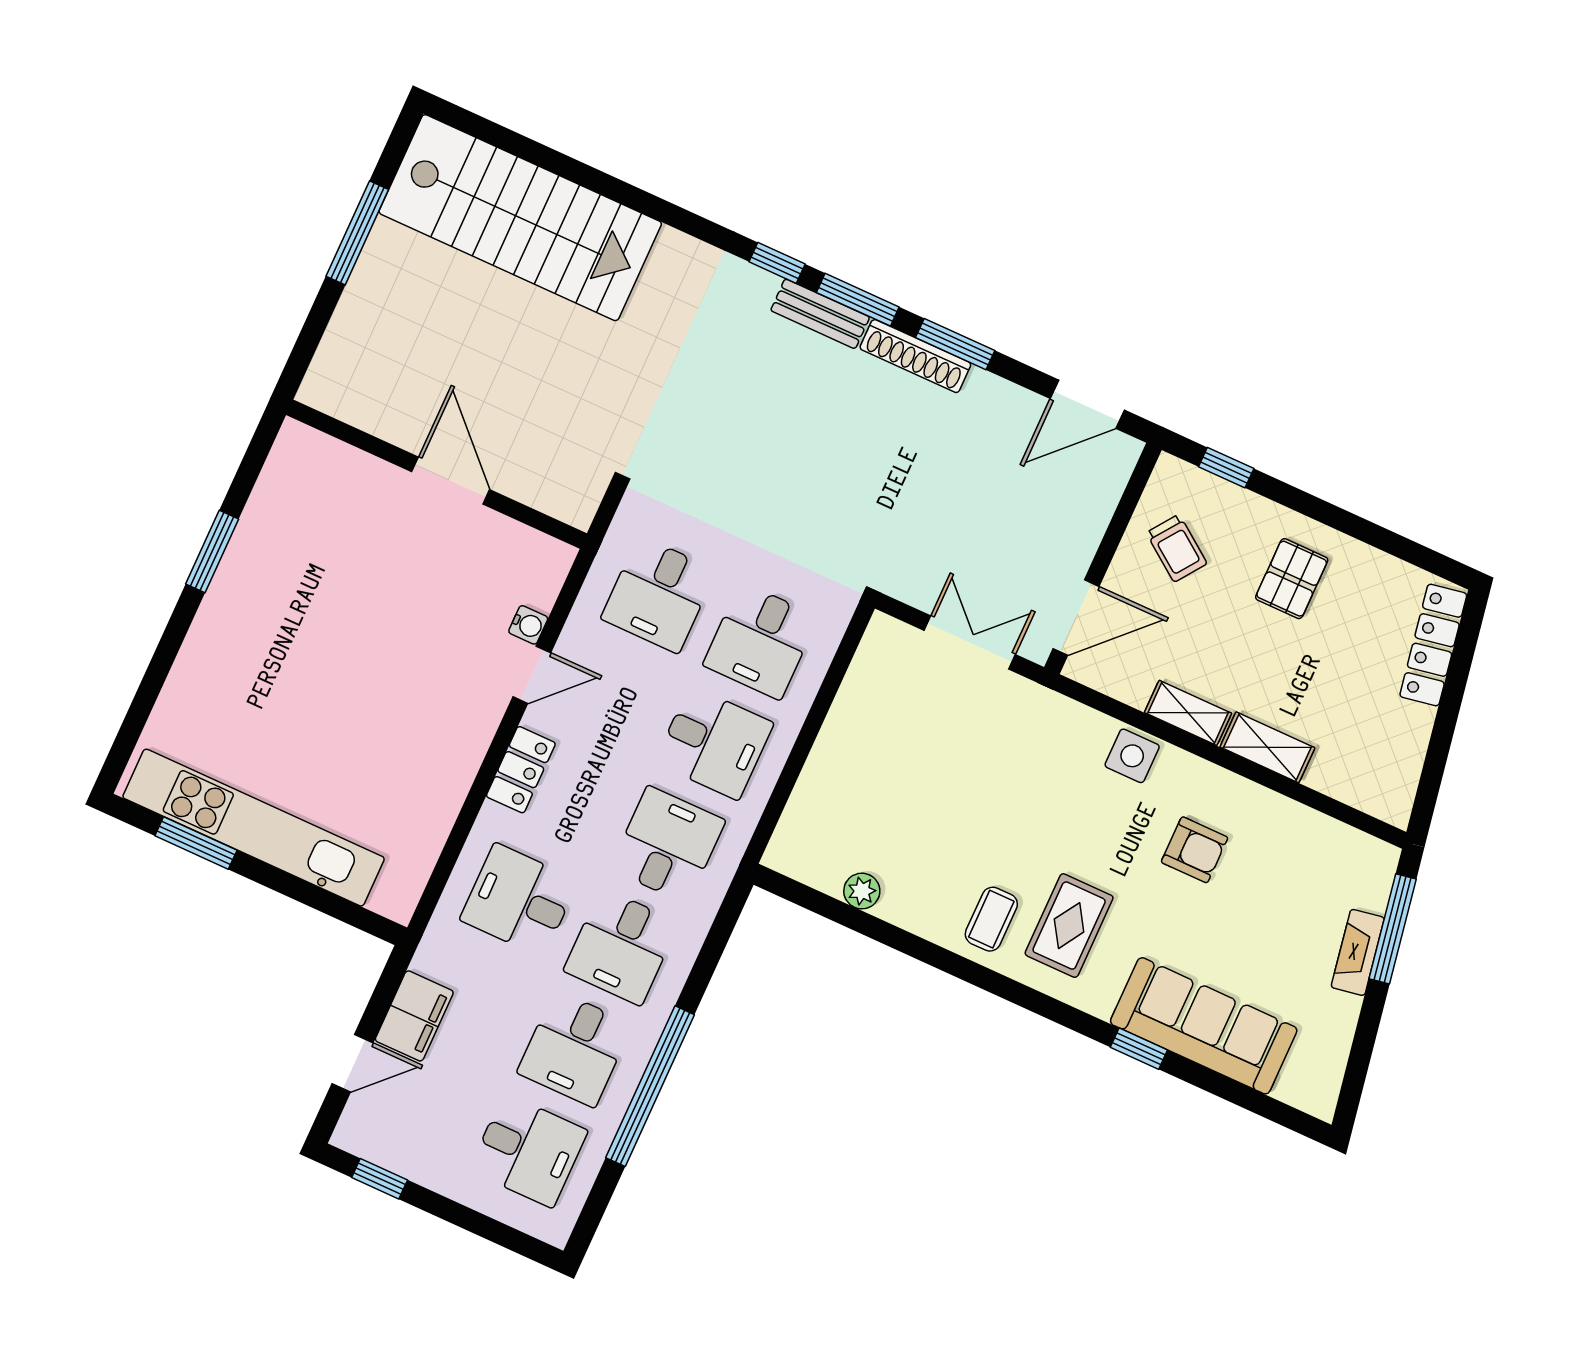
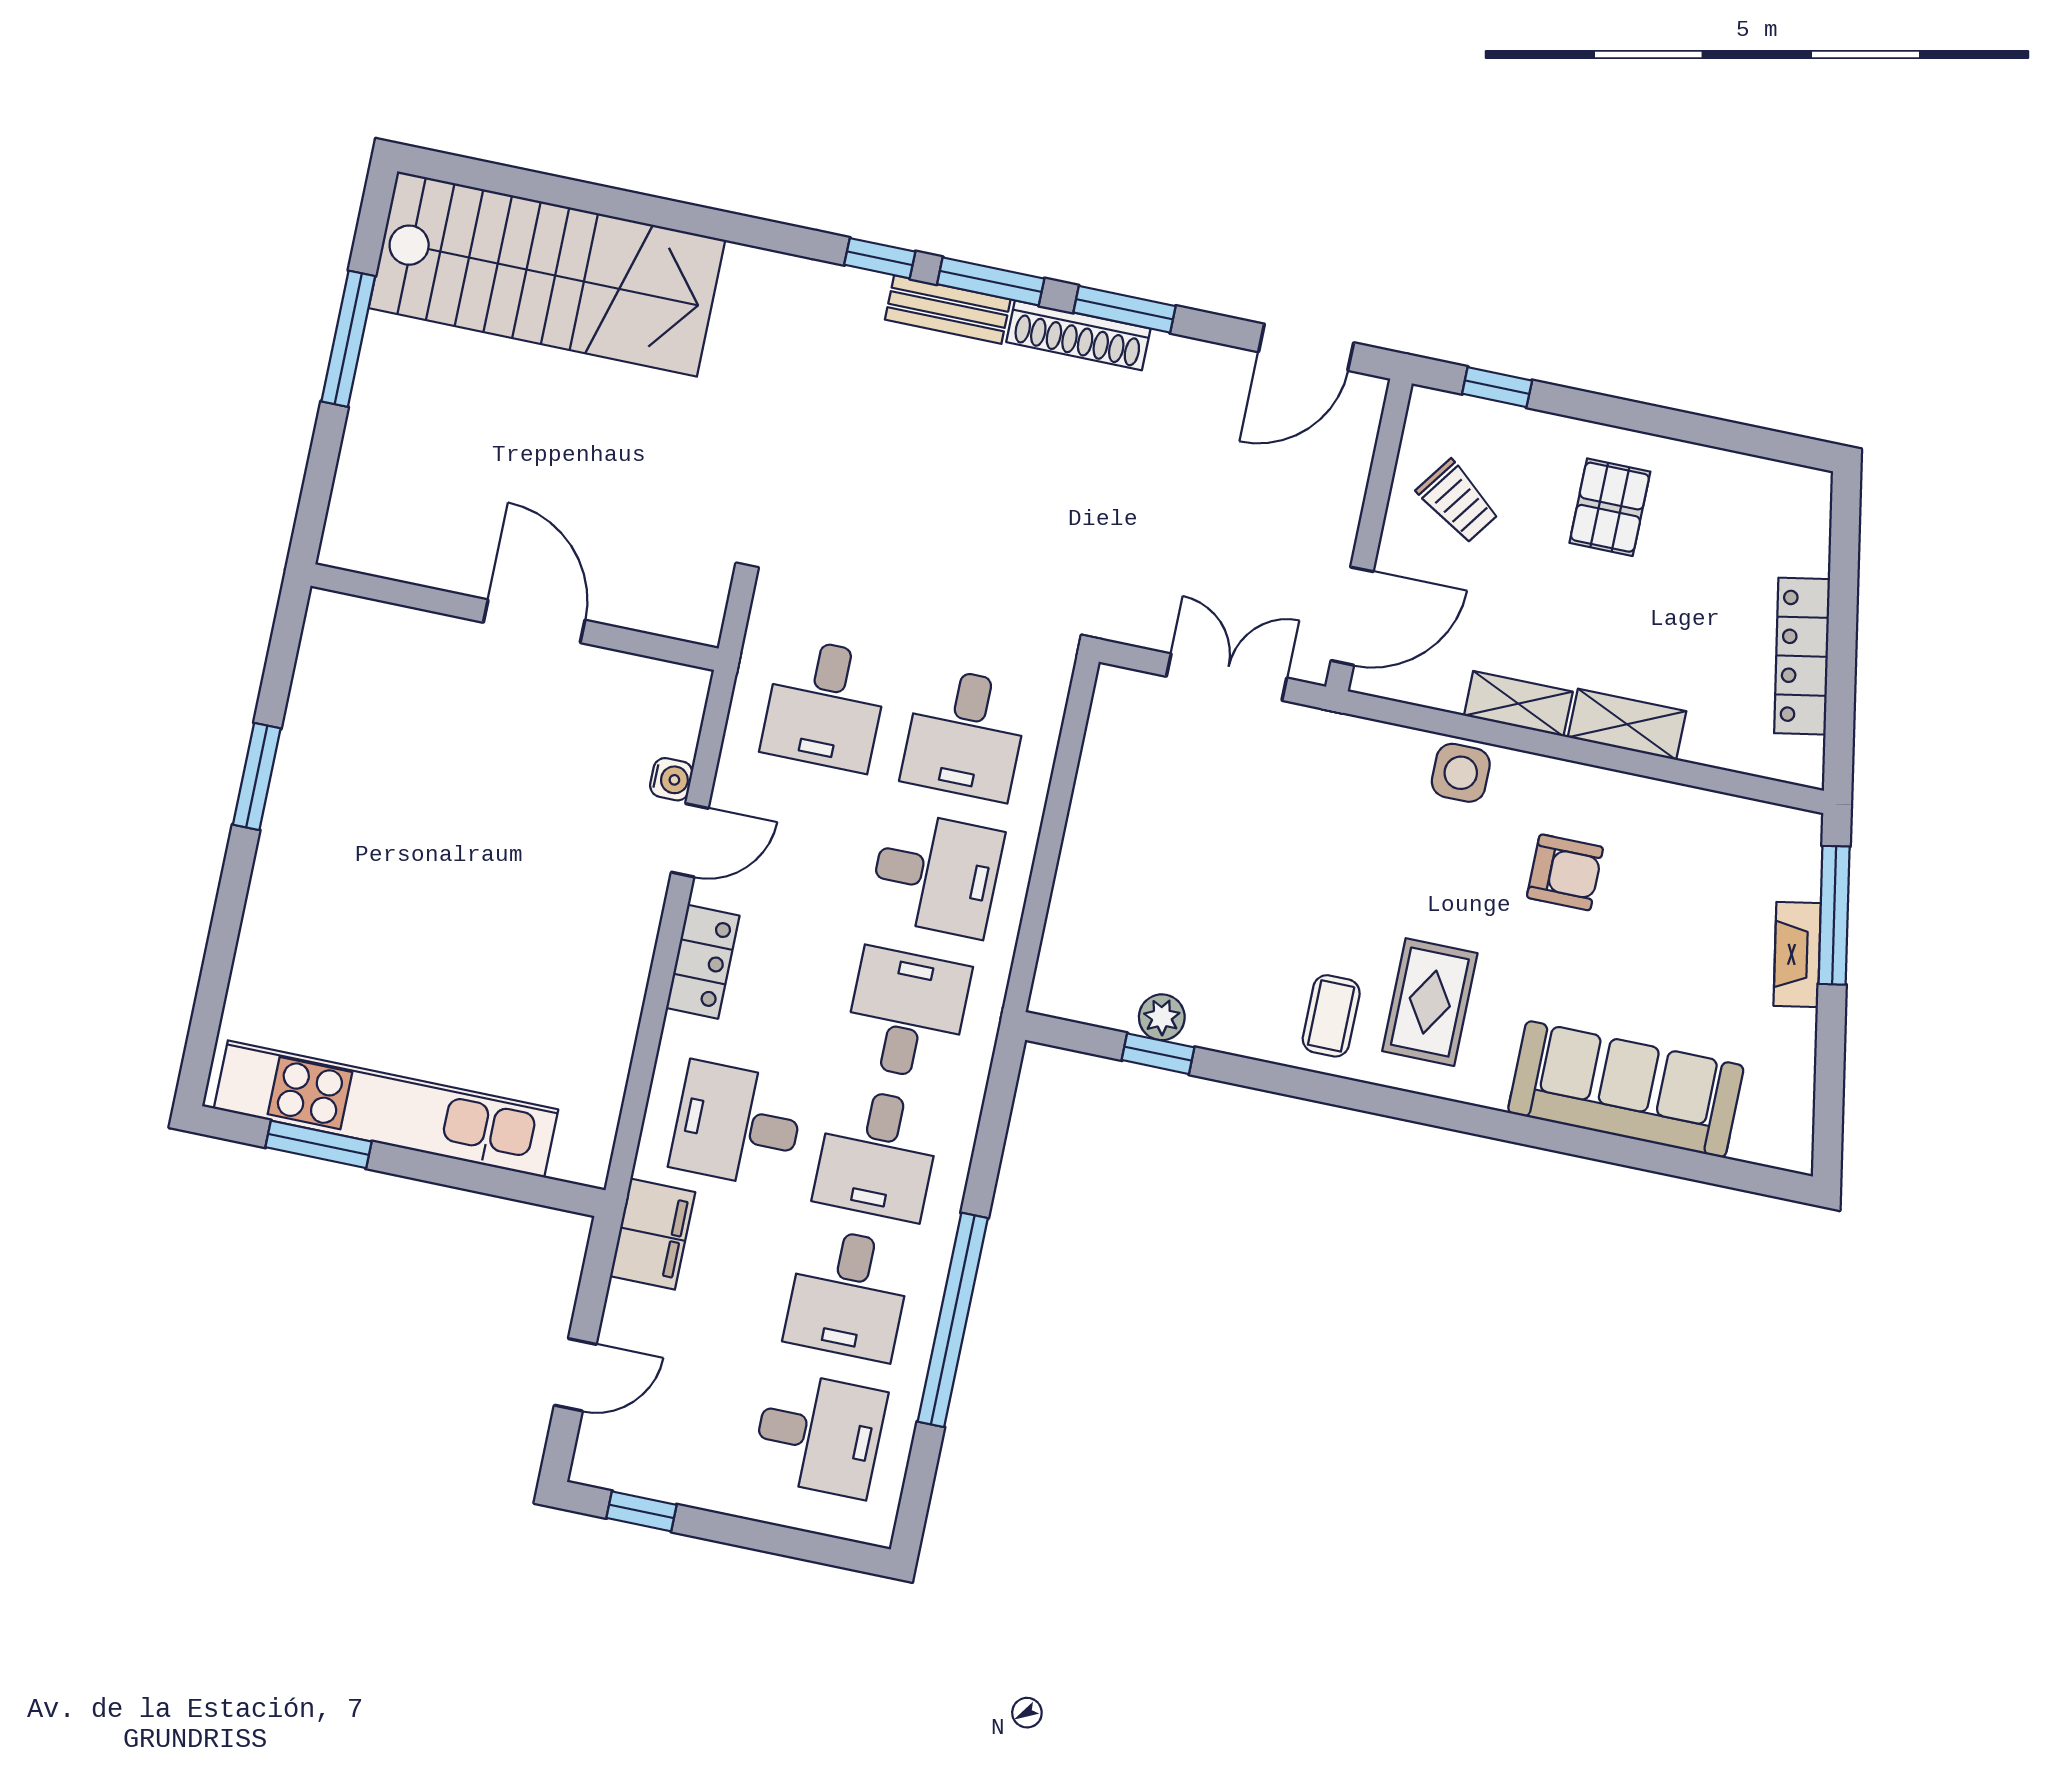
locker: (1433, 645) -> (1802, 656), moved
filing cabinet: (414, 1016) -> (653, 1234), moved
window: (1139, 1049) -> (1158, 1054), moved

